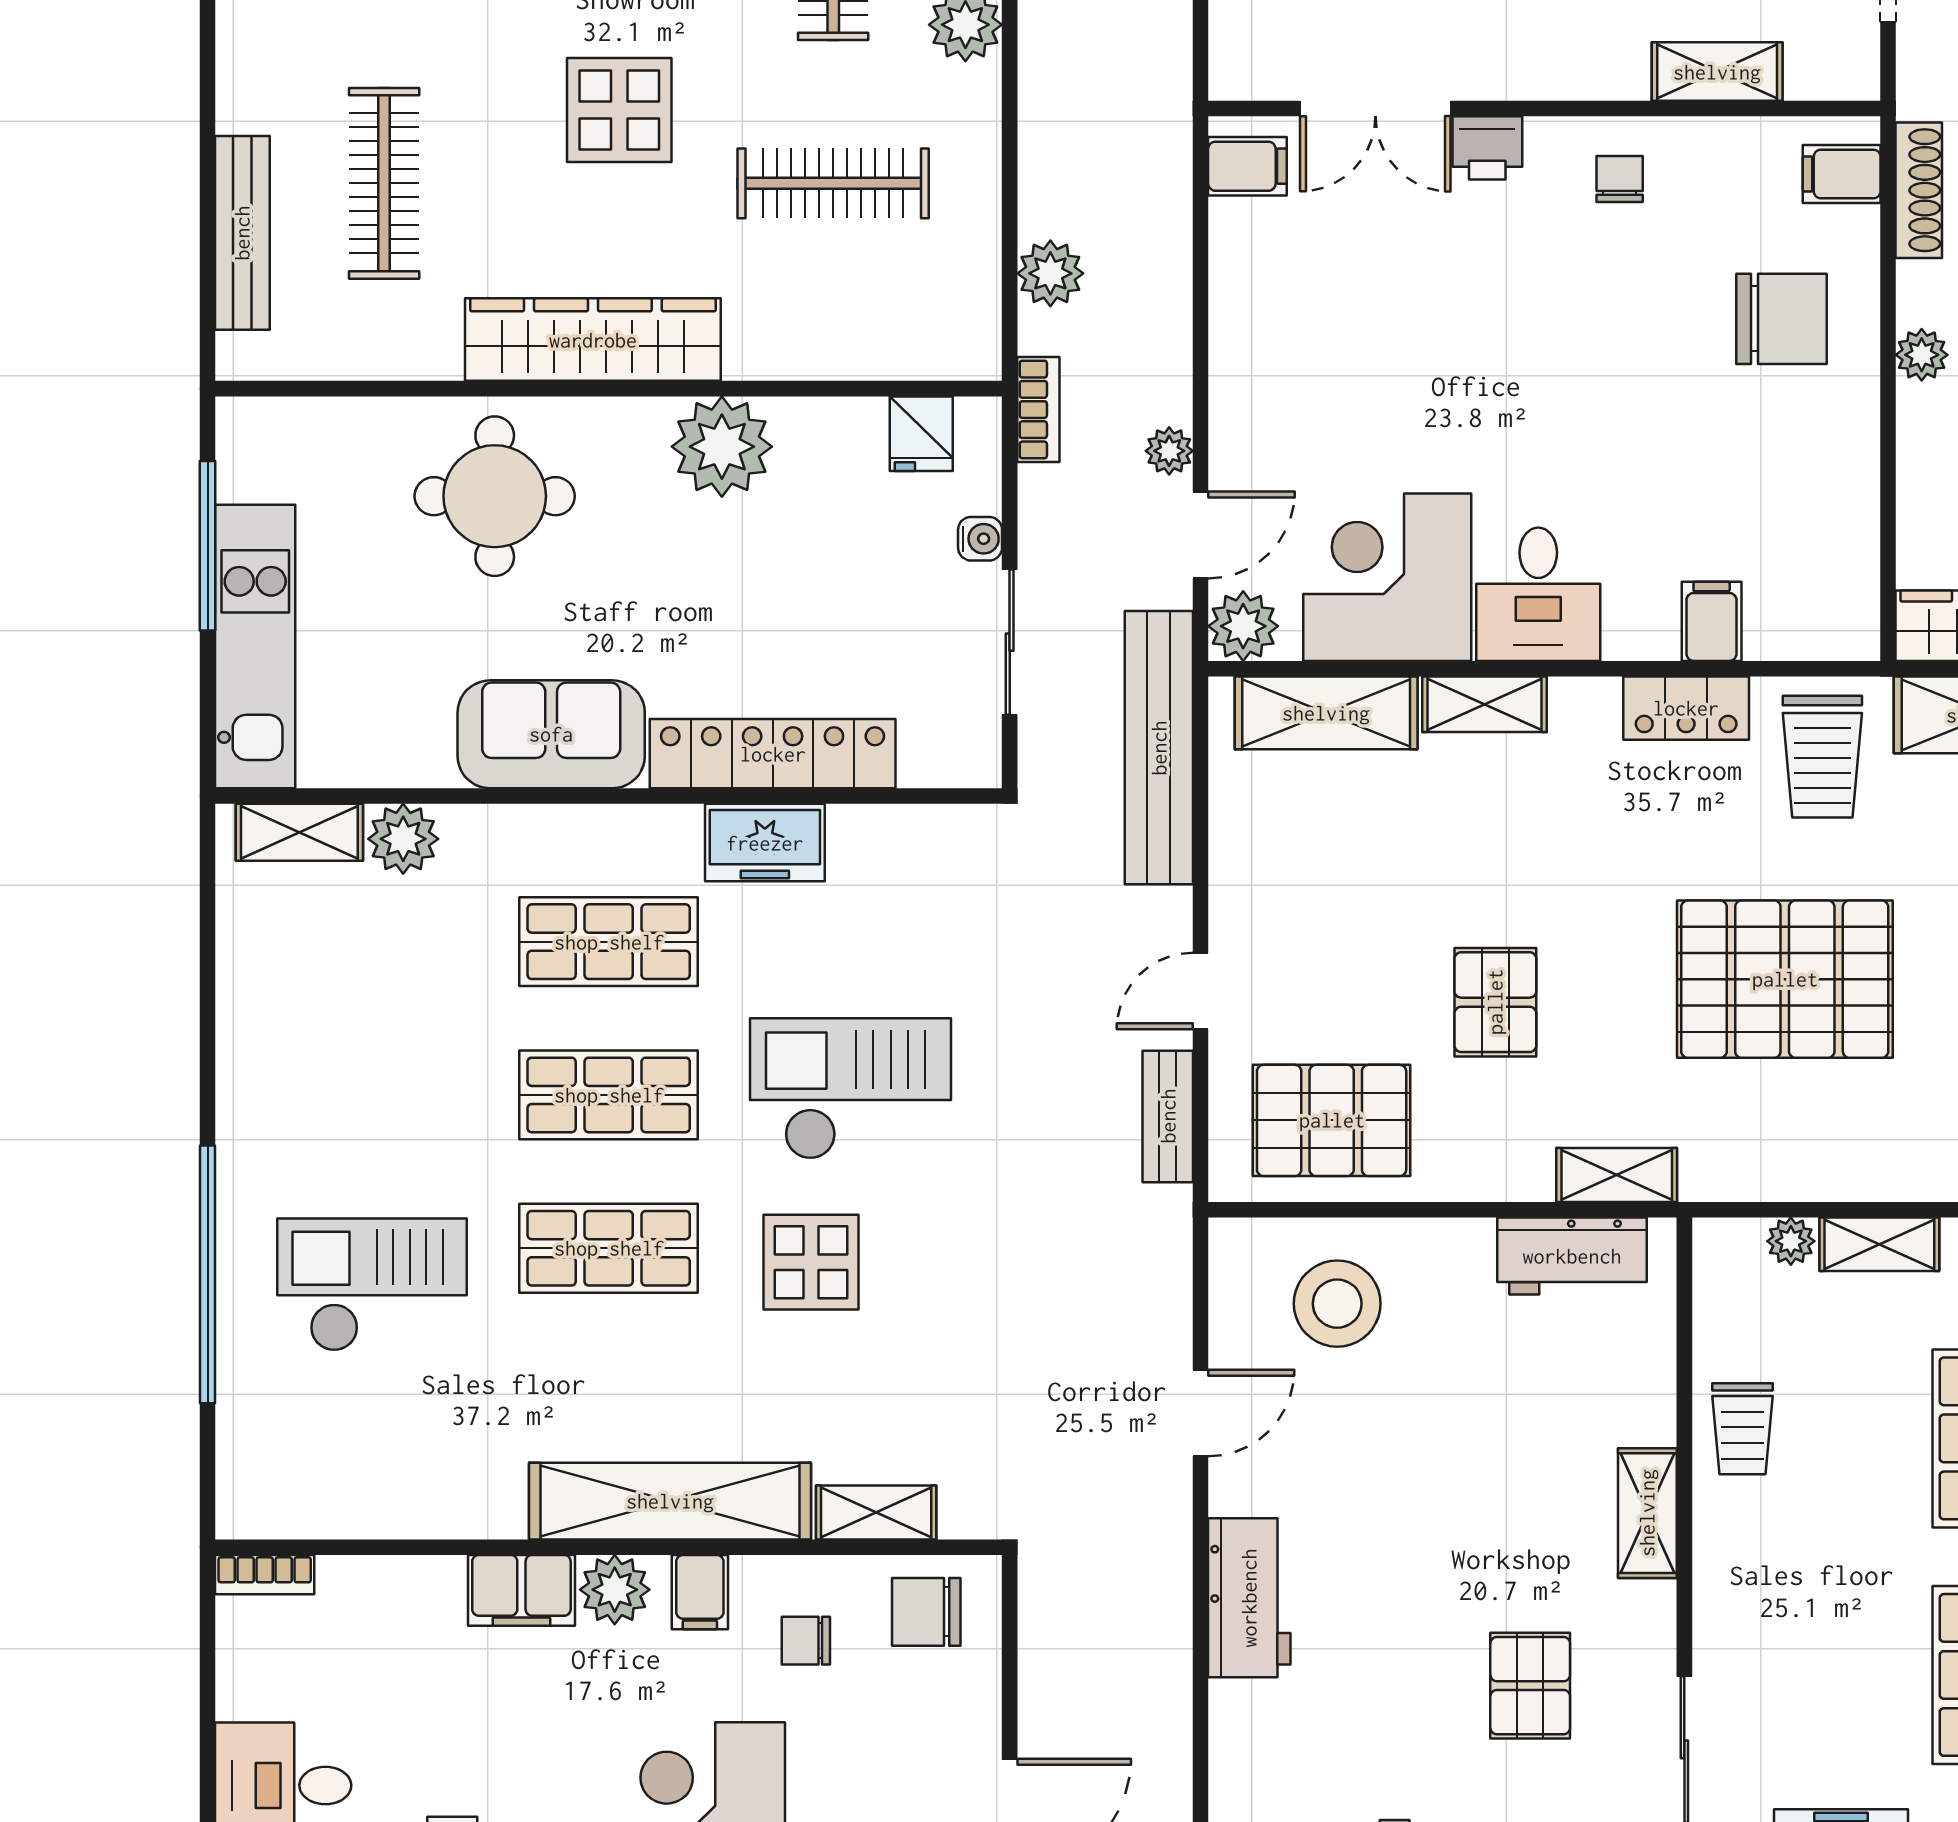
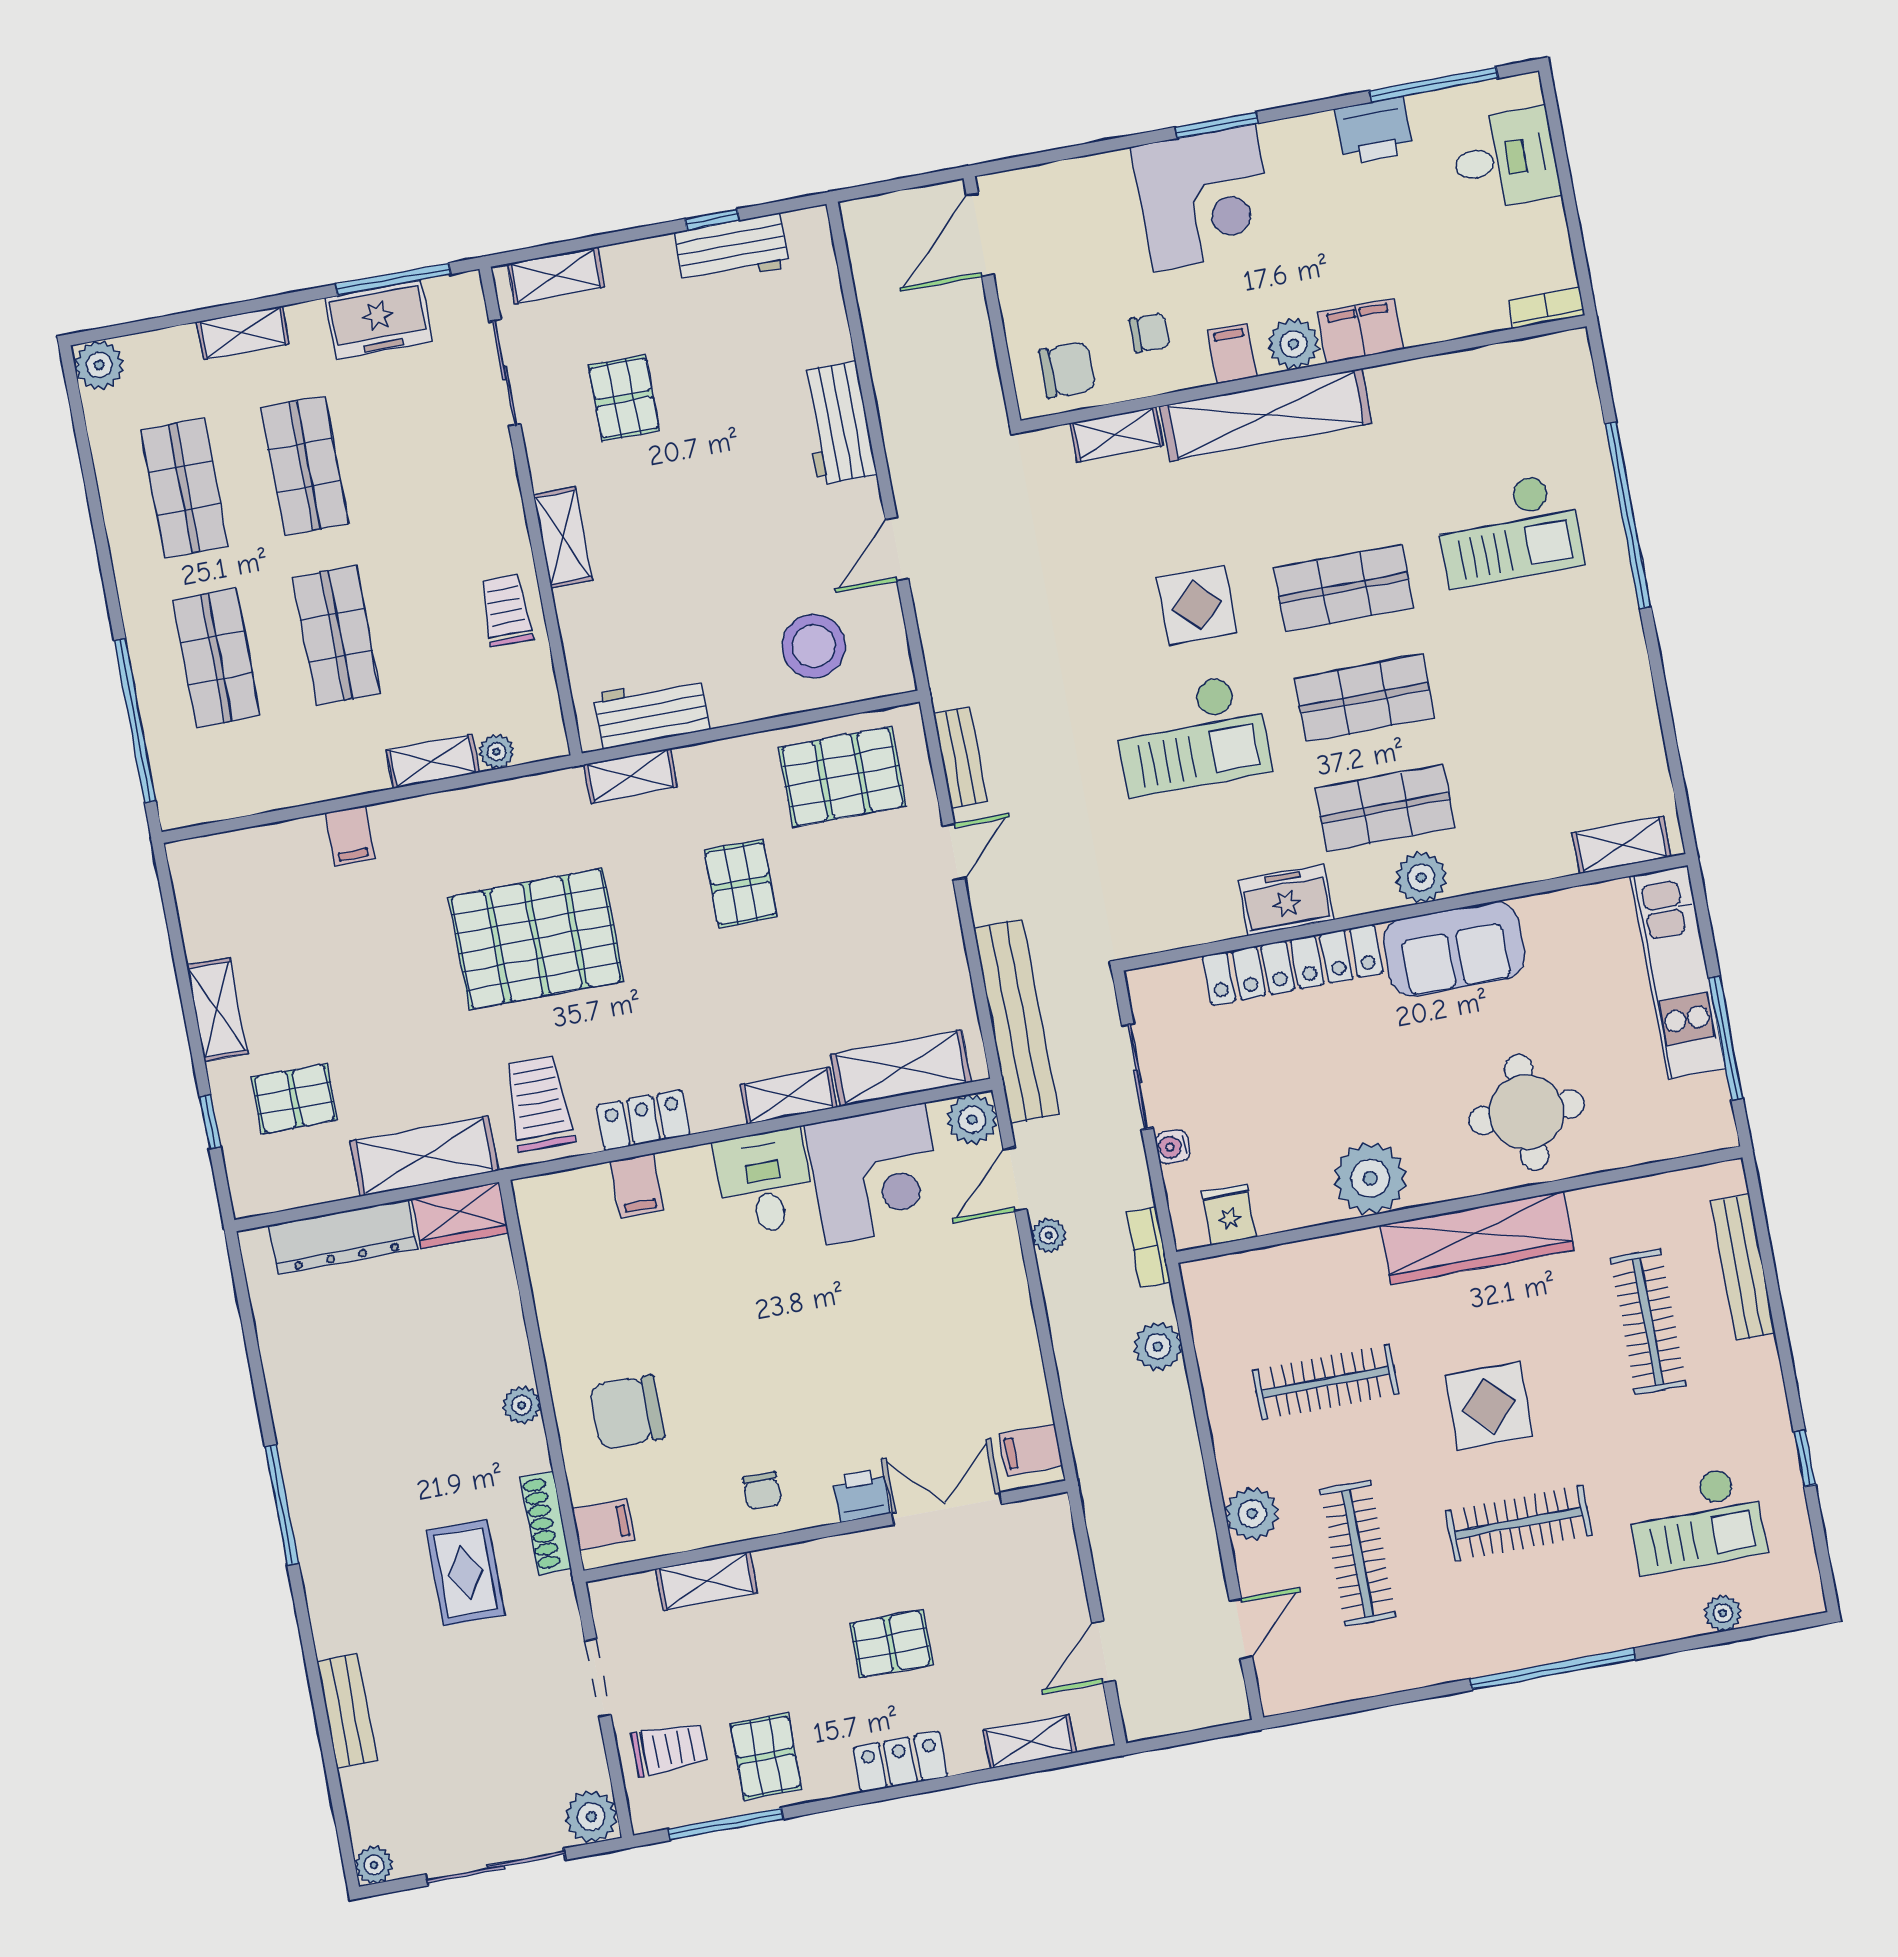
plant: (403, 839) -> (1421, 877), moved

